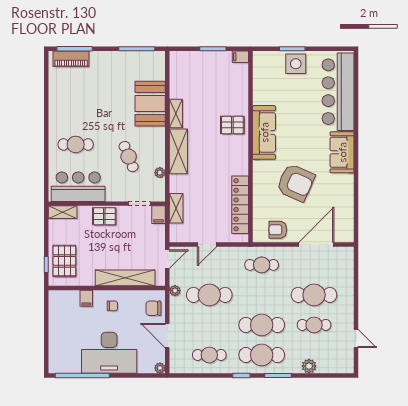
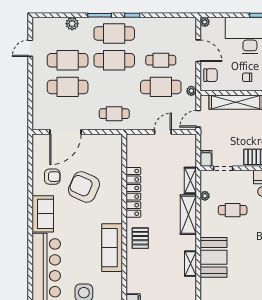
shelving: (176, 113) -> (191, 264), moved
pallet: (232, 125) -> (140, 238), turned 90
sofa: (264, 132) -> (112, 248), moved
cafe table: (129, 157) -> (233, 210), turned -68
locker: (240, 205) -> (133, 192), moved
shelving: (176, 208) -> (190, 180), moved
armchair: (278, 230) -> (52, 177), moved
cafe table: (314, 325) -> (68, 60), width x1.37, depth x1.35
door: (356, 338) -> (30, 48), hinge flipped
cafe table: (209, 355) -> (161, 60), moved

